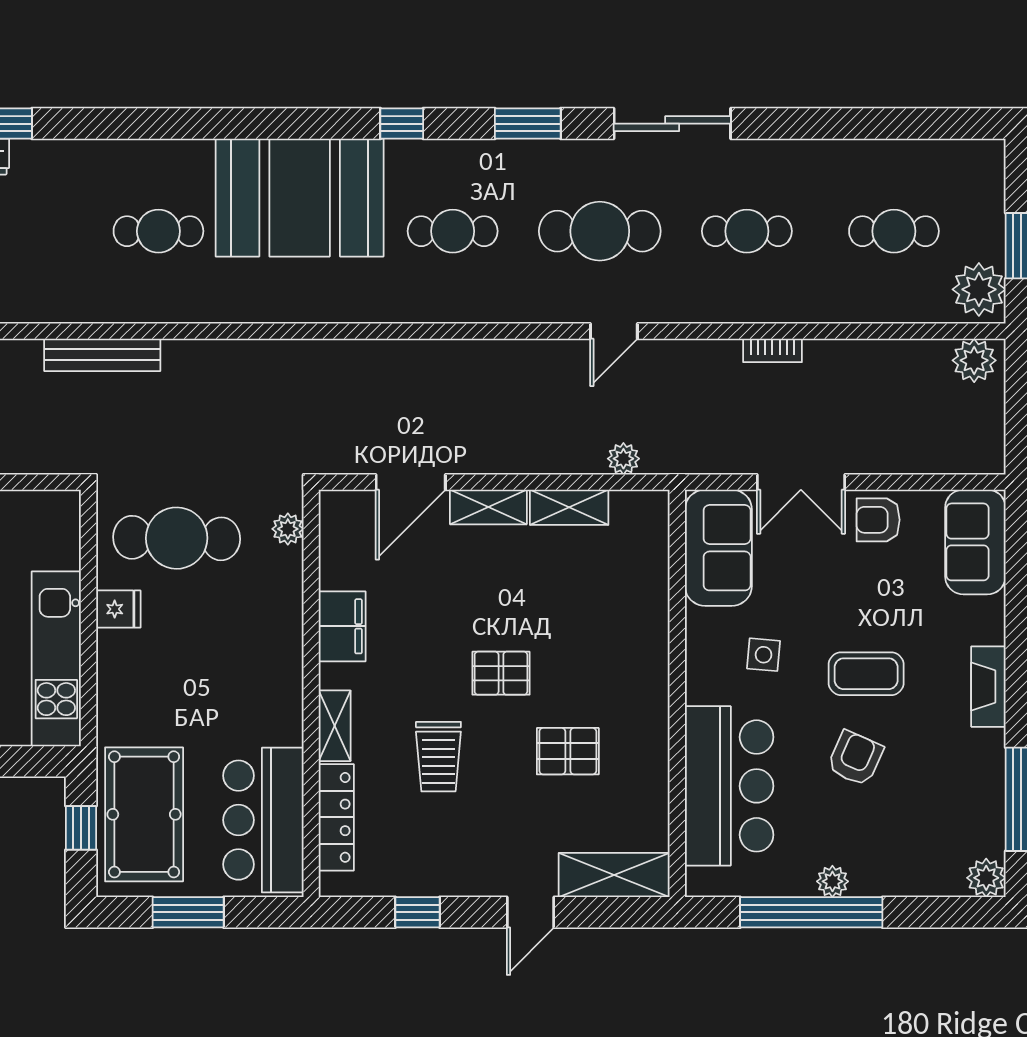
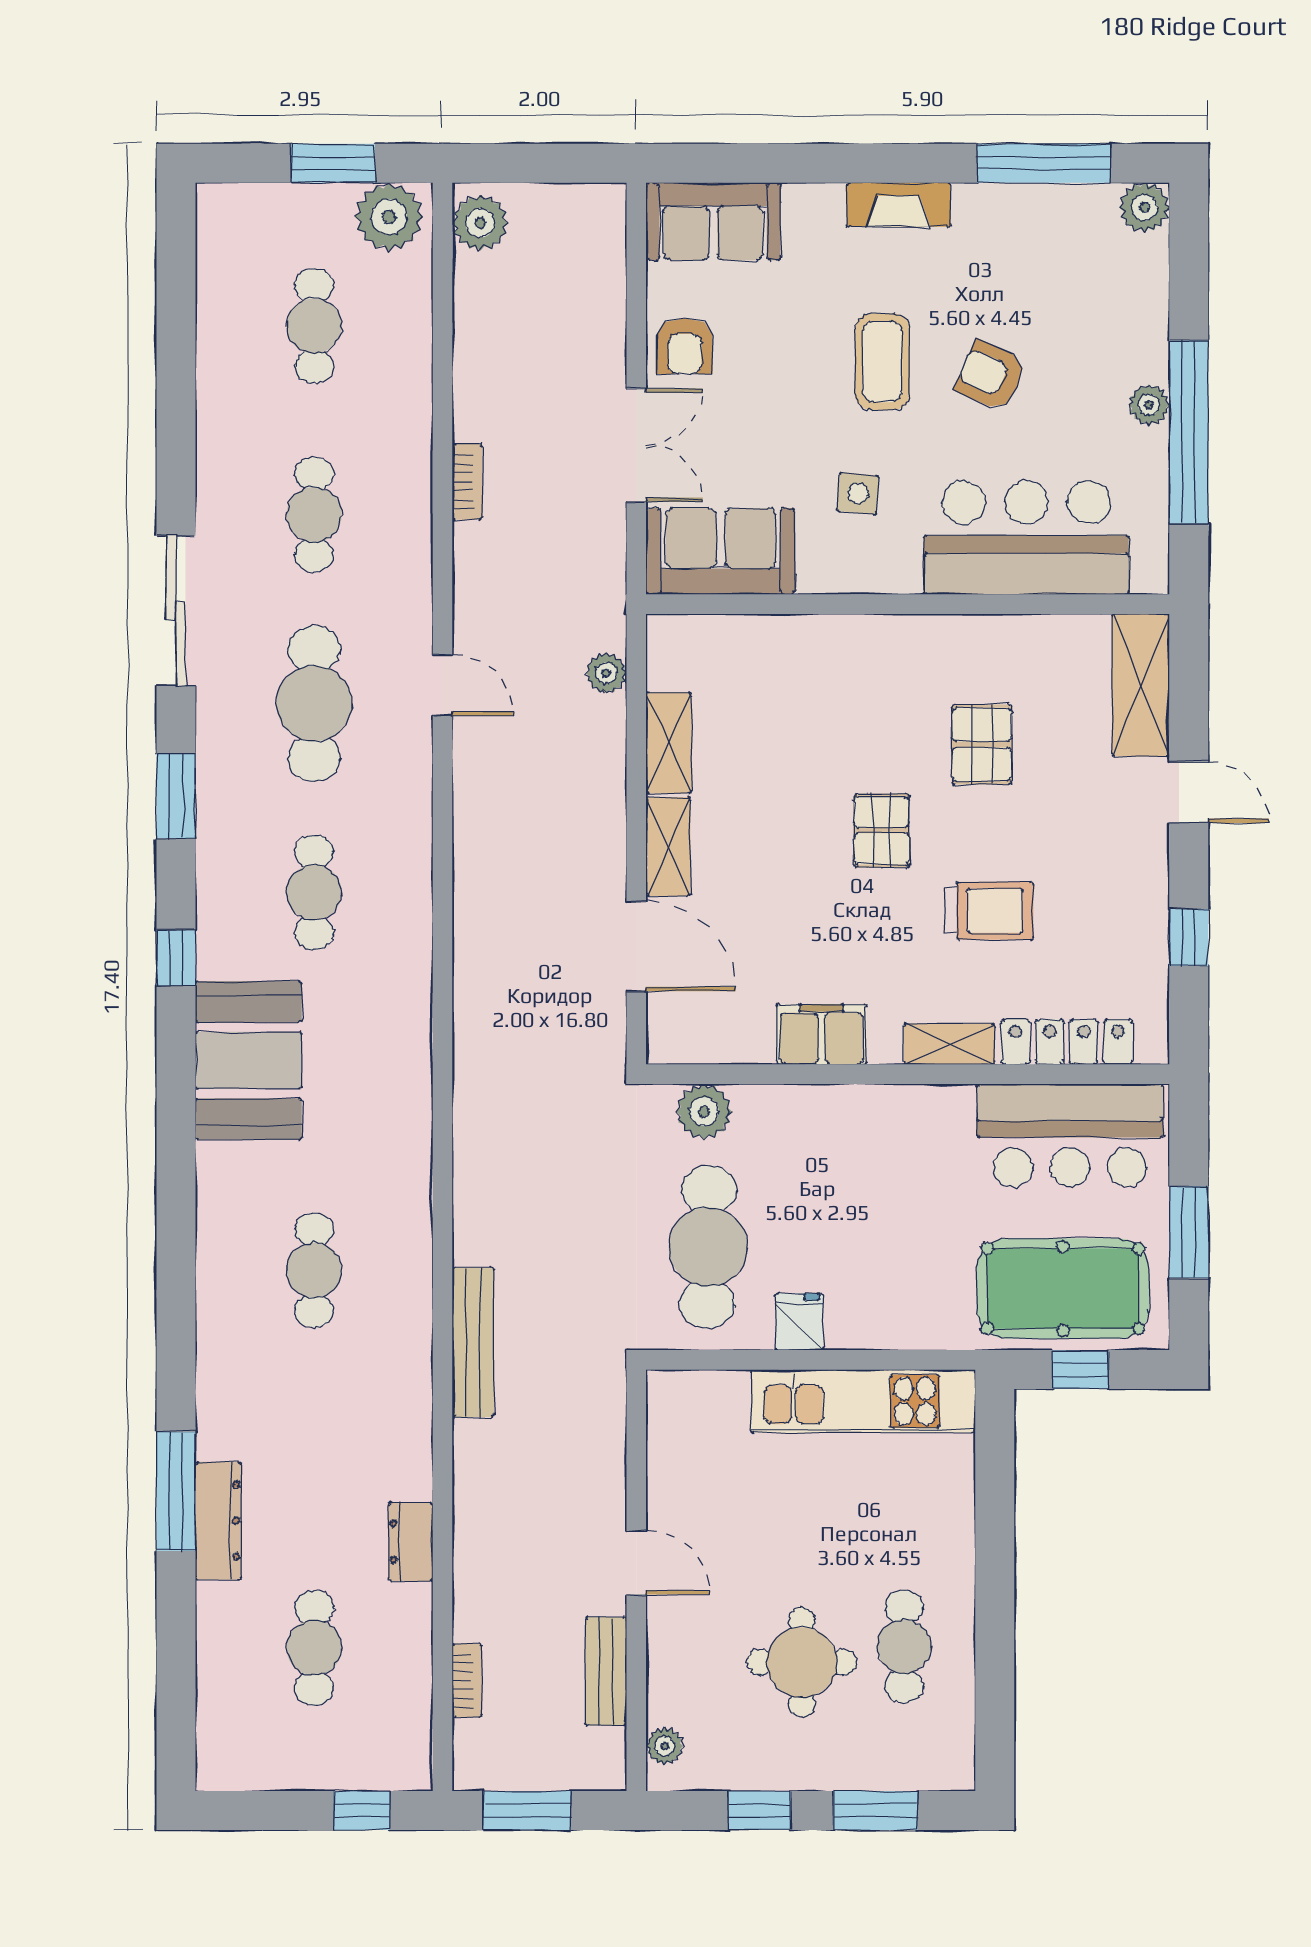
booth: (300, 198) -> (249, 1060), width x0.73, depth x0.70
plant: (288, 529) -> (704, 1112), width x1.38, depth x1.38

